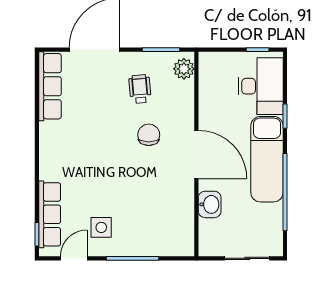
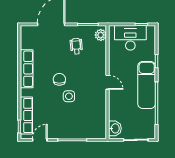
row of seats: (50, 86) -> (27, 69), moved
desk: (261, 86) -> (130, 38), moved, turned -90
chair: (149, 135) -> (59, 79), moved
door: (196, 154) -> (108, 82), width x0.53
washbasin: (210, 204) -> (115, 128), moved
side table: (101, 227) -> (69, 96), moved

